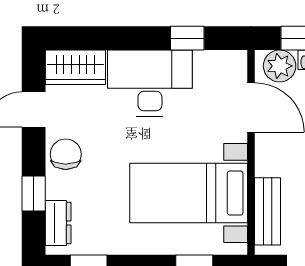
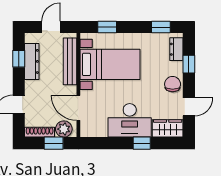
window: (187, 38) -> (142, 143), moved
chair: (66, 154) -> (173, 84), turned 180
bench: (267, 211) -> (70, 61), width x1.36

